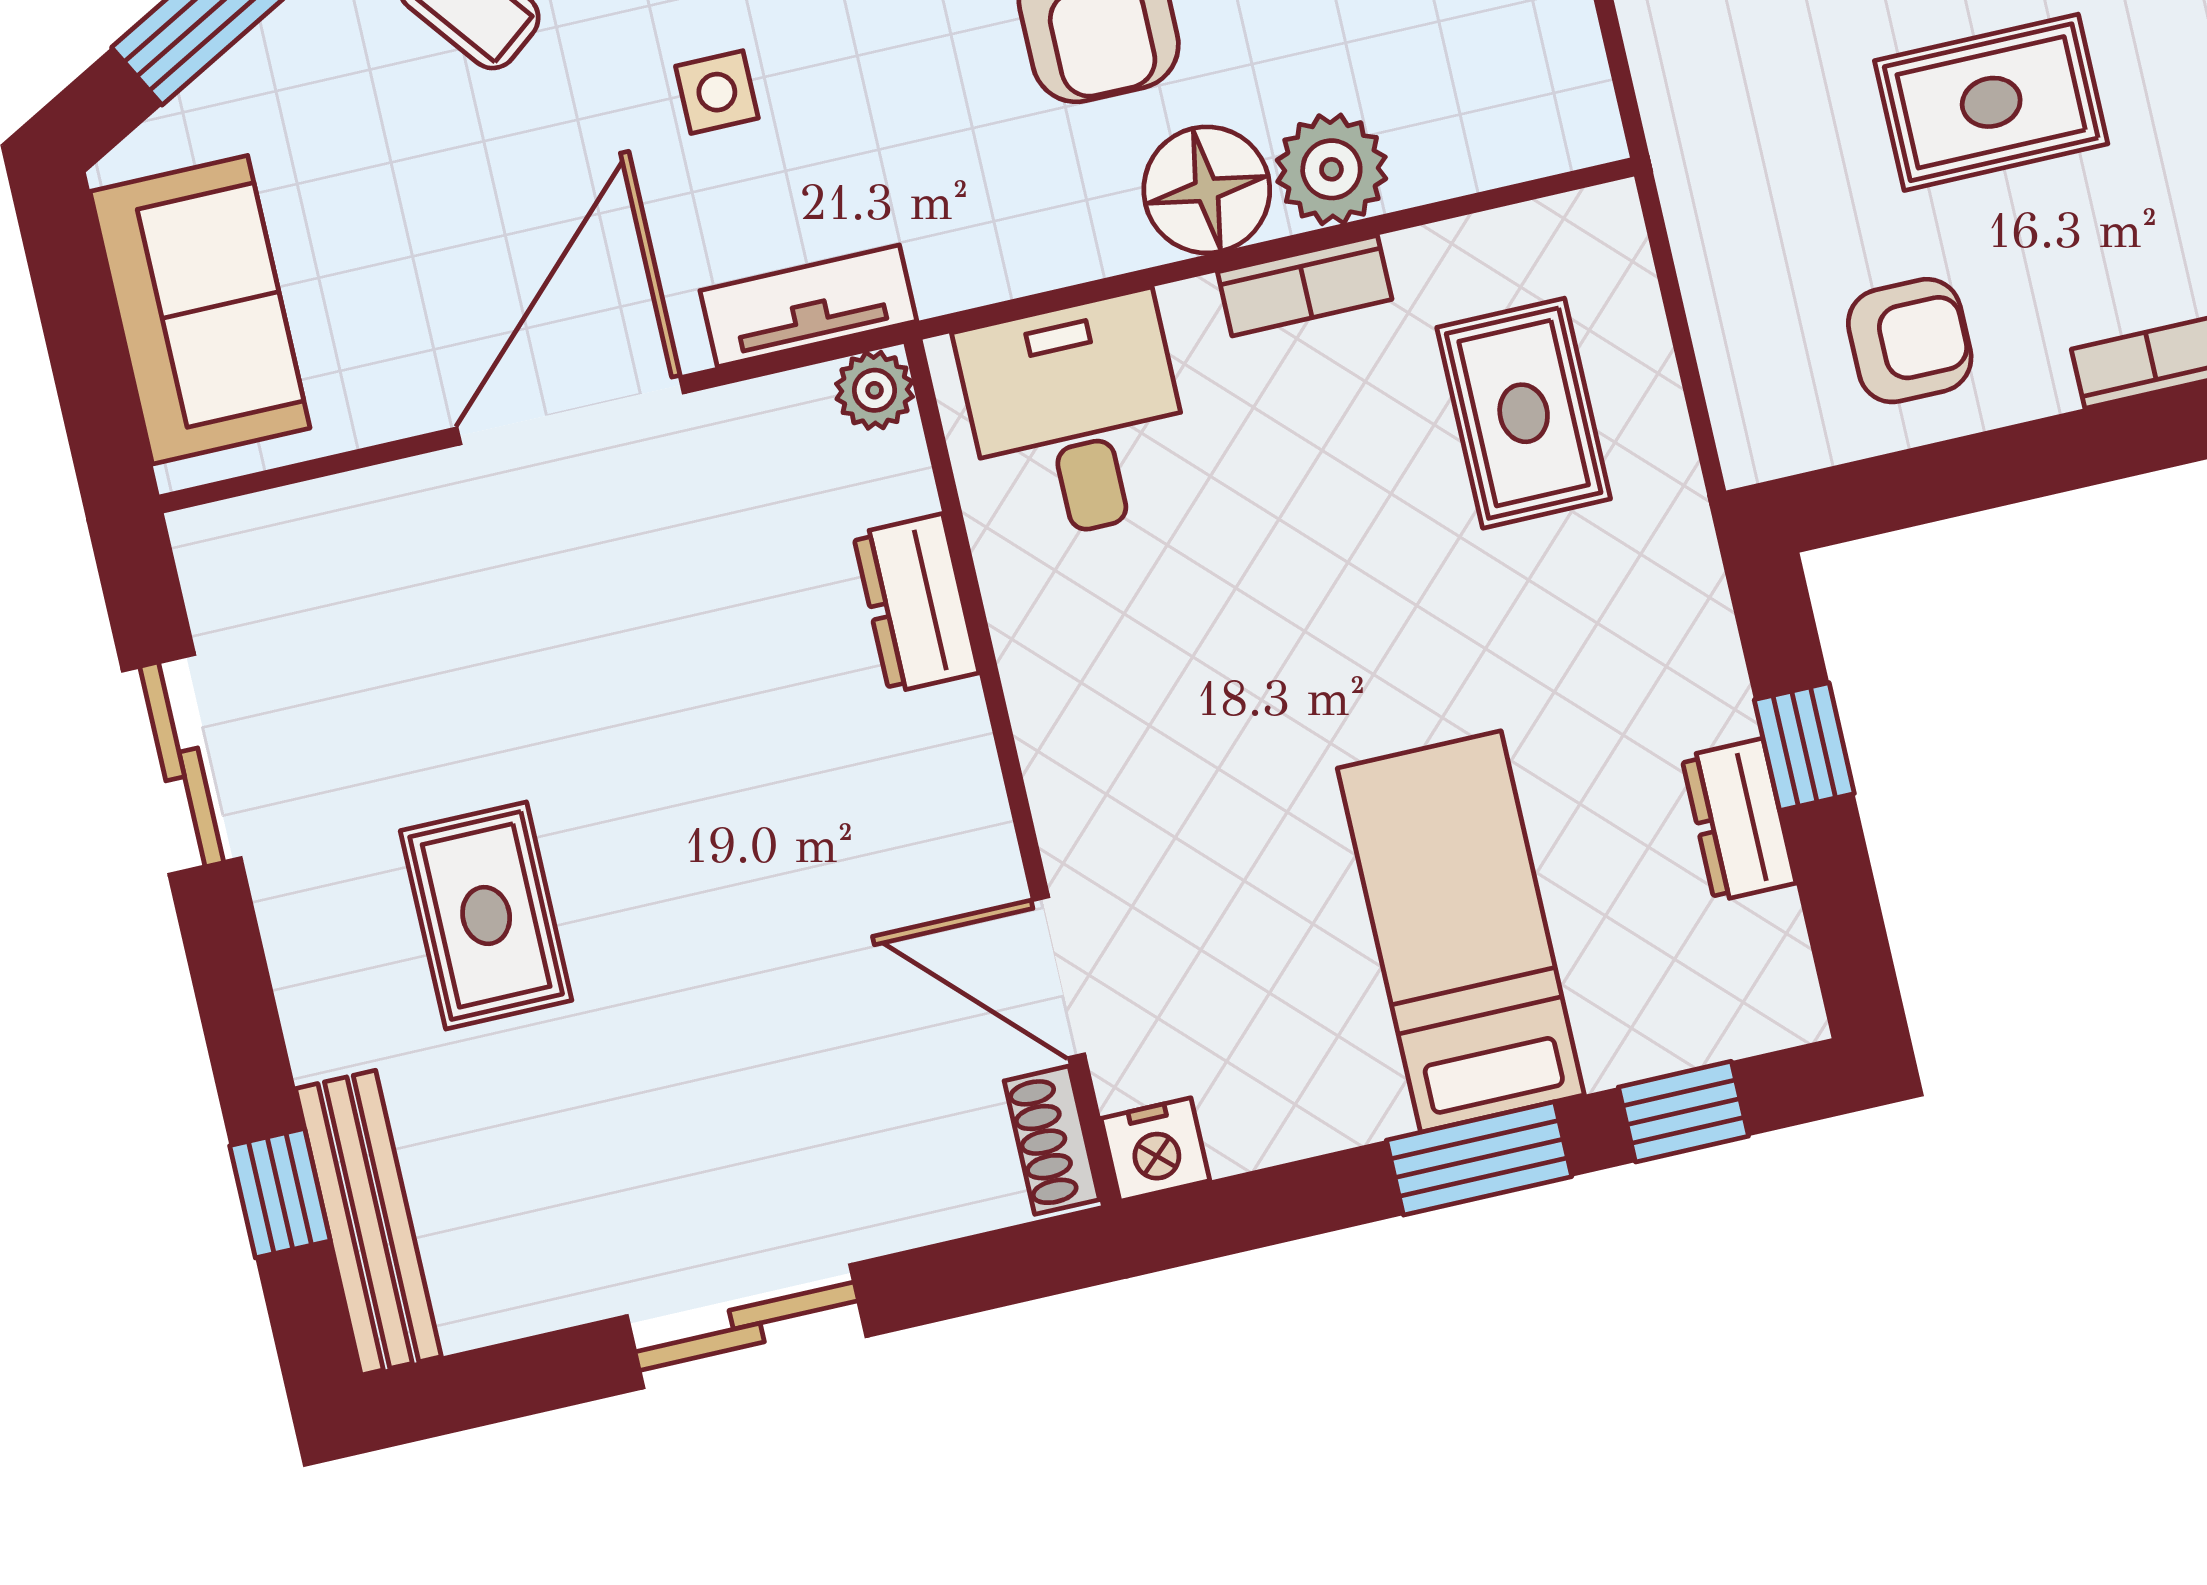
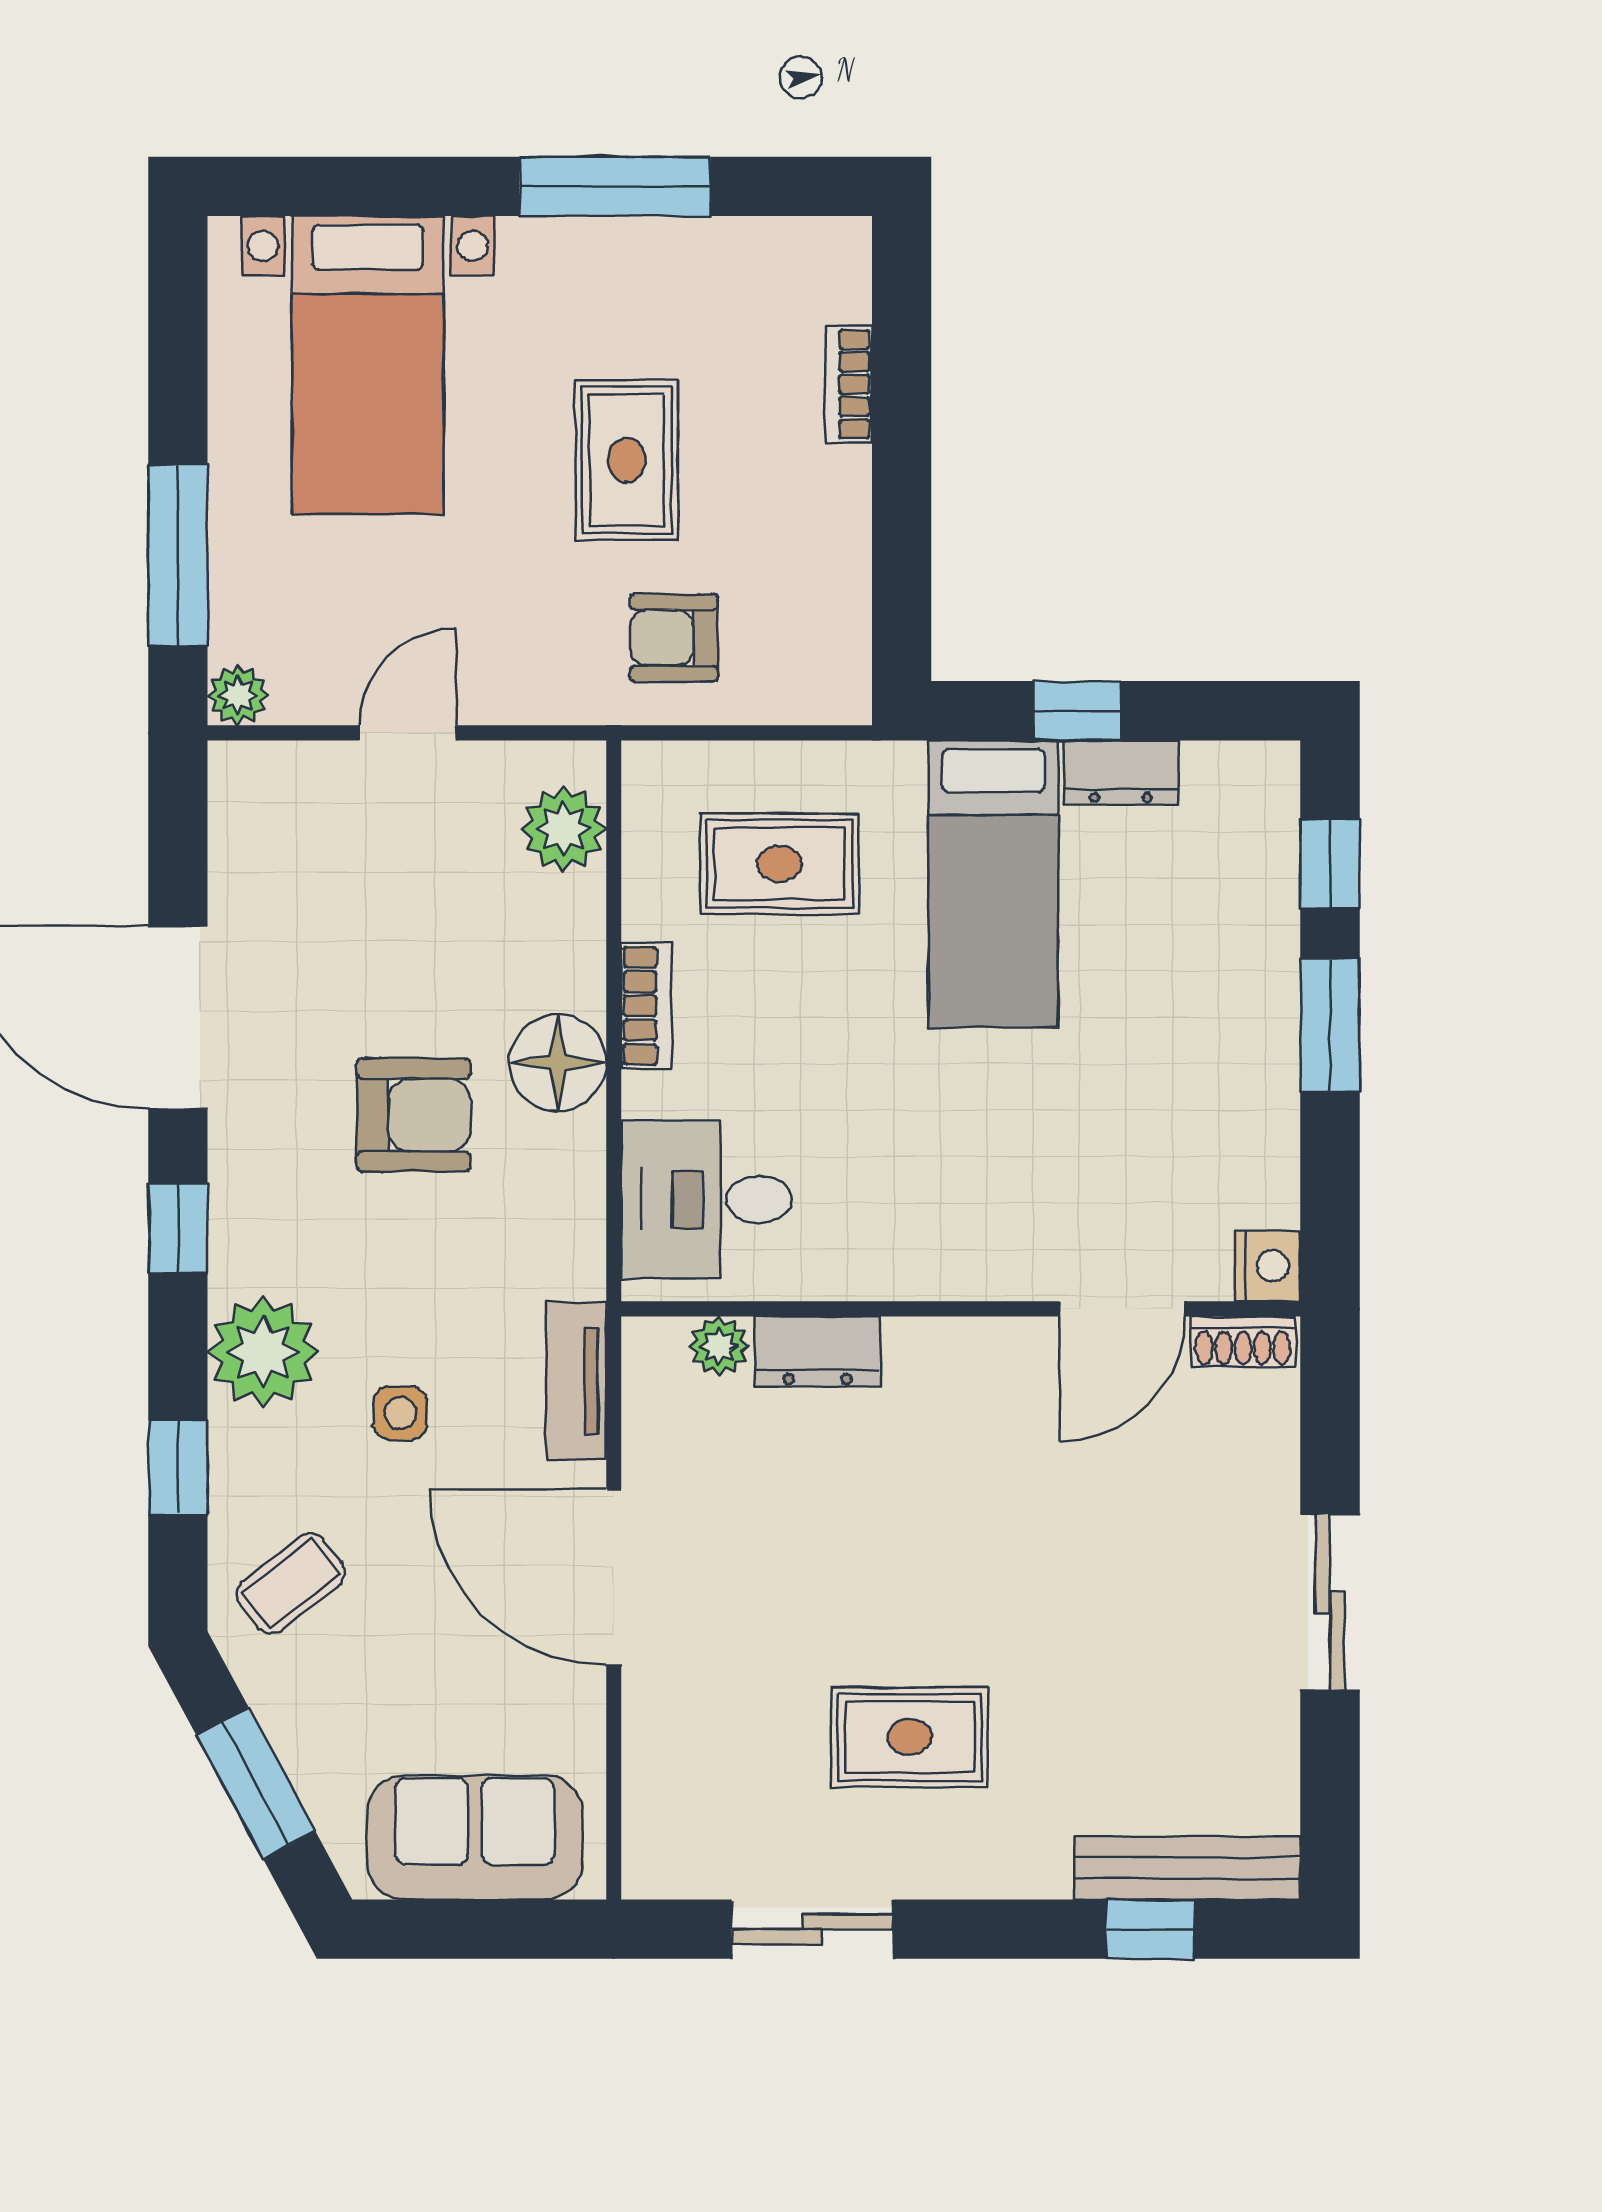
plant: (1331, 169) -> (564, 829), moved
armchair: (1910, 341) -> (674, 638), moved, turned -90
plant: (875, 390) -> (719, 1346), moved
rug: (486, 915) -> (909, 1737), moved
bed: (1461, 932) -> (993, 884), moved, turned -90

